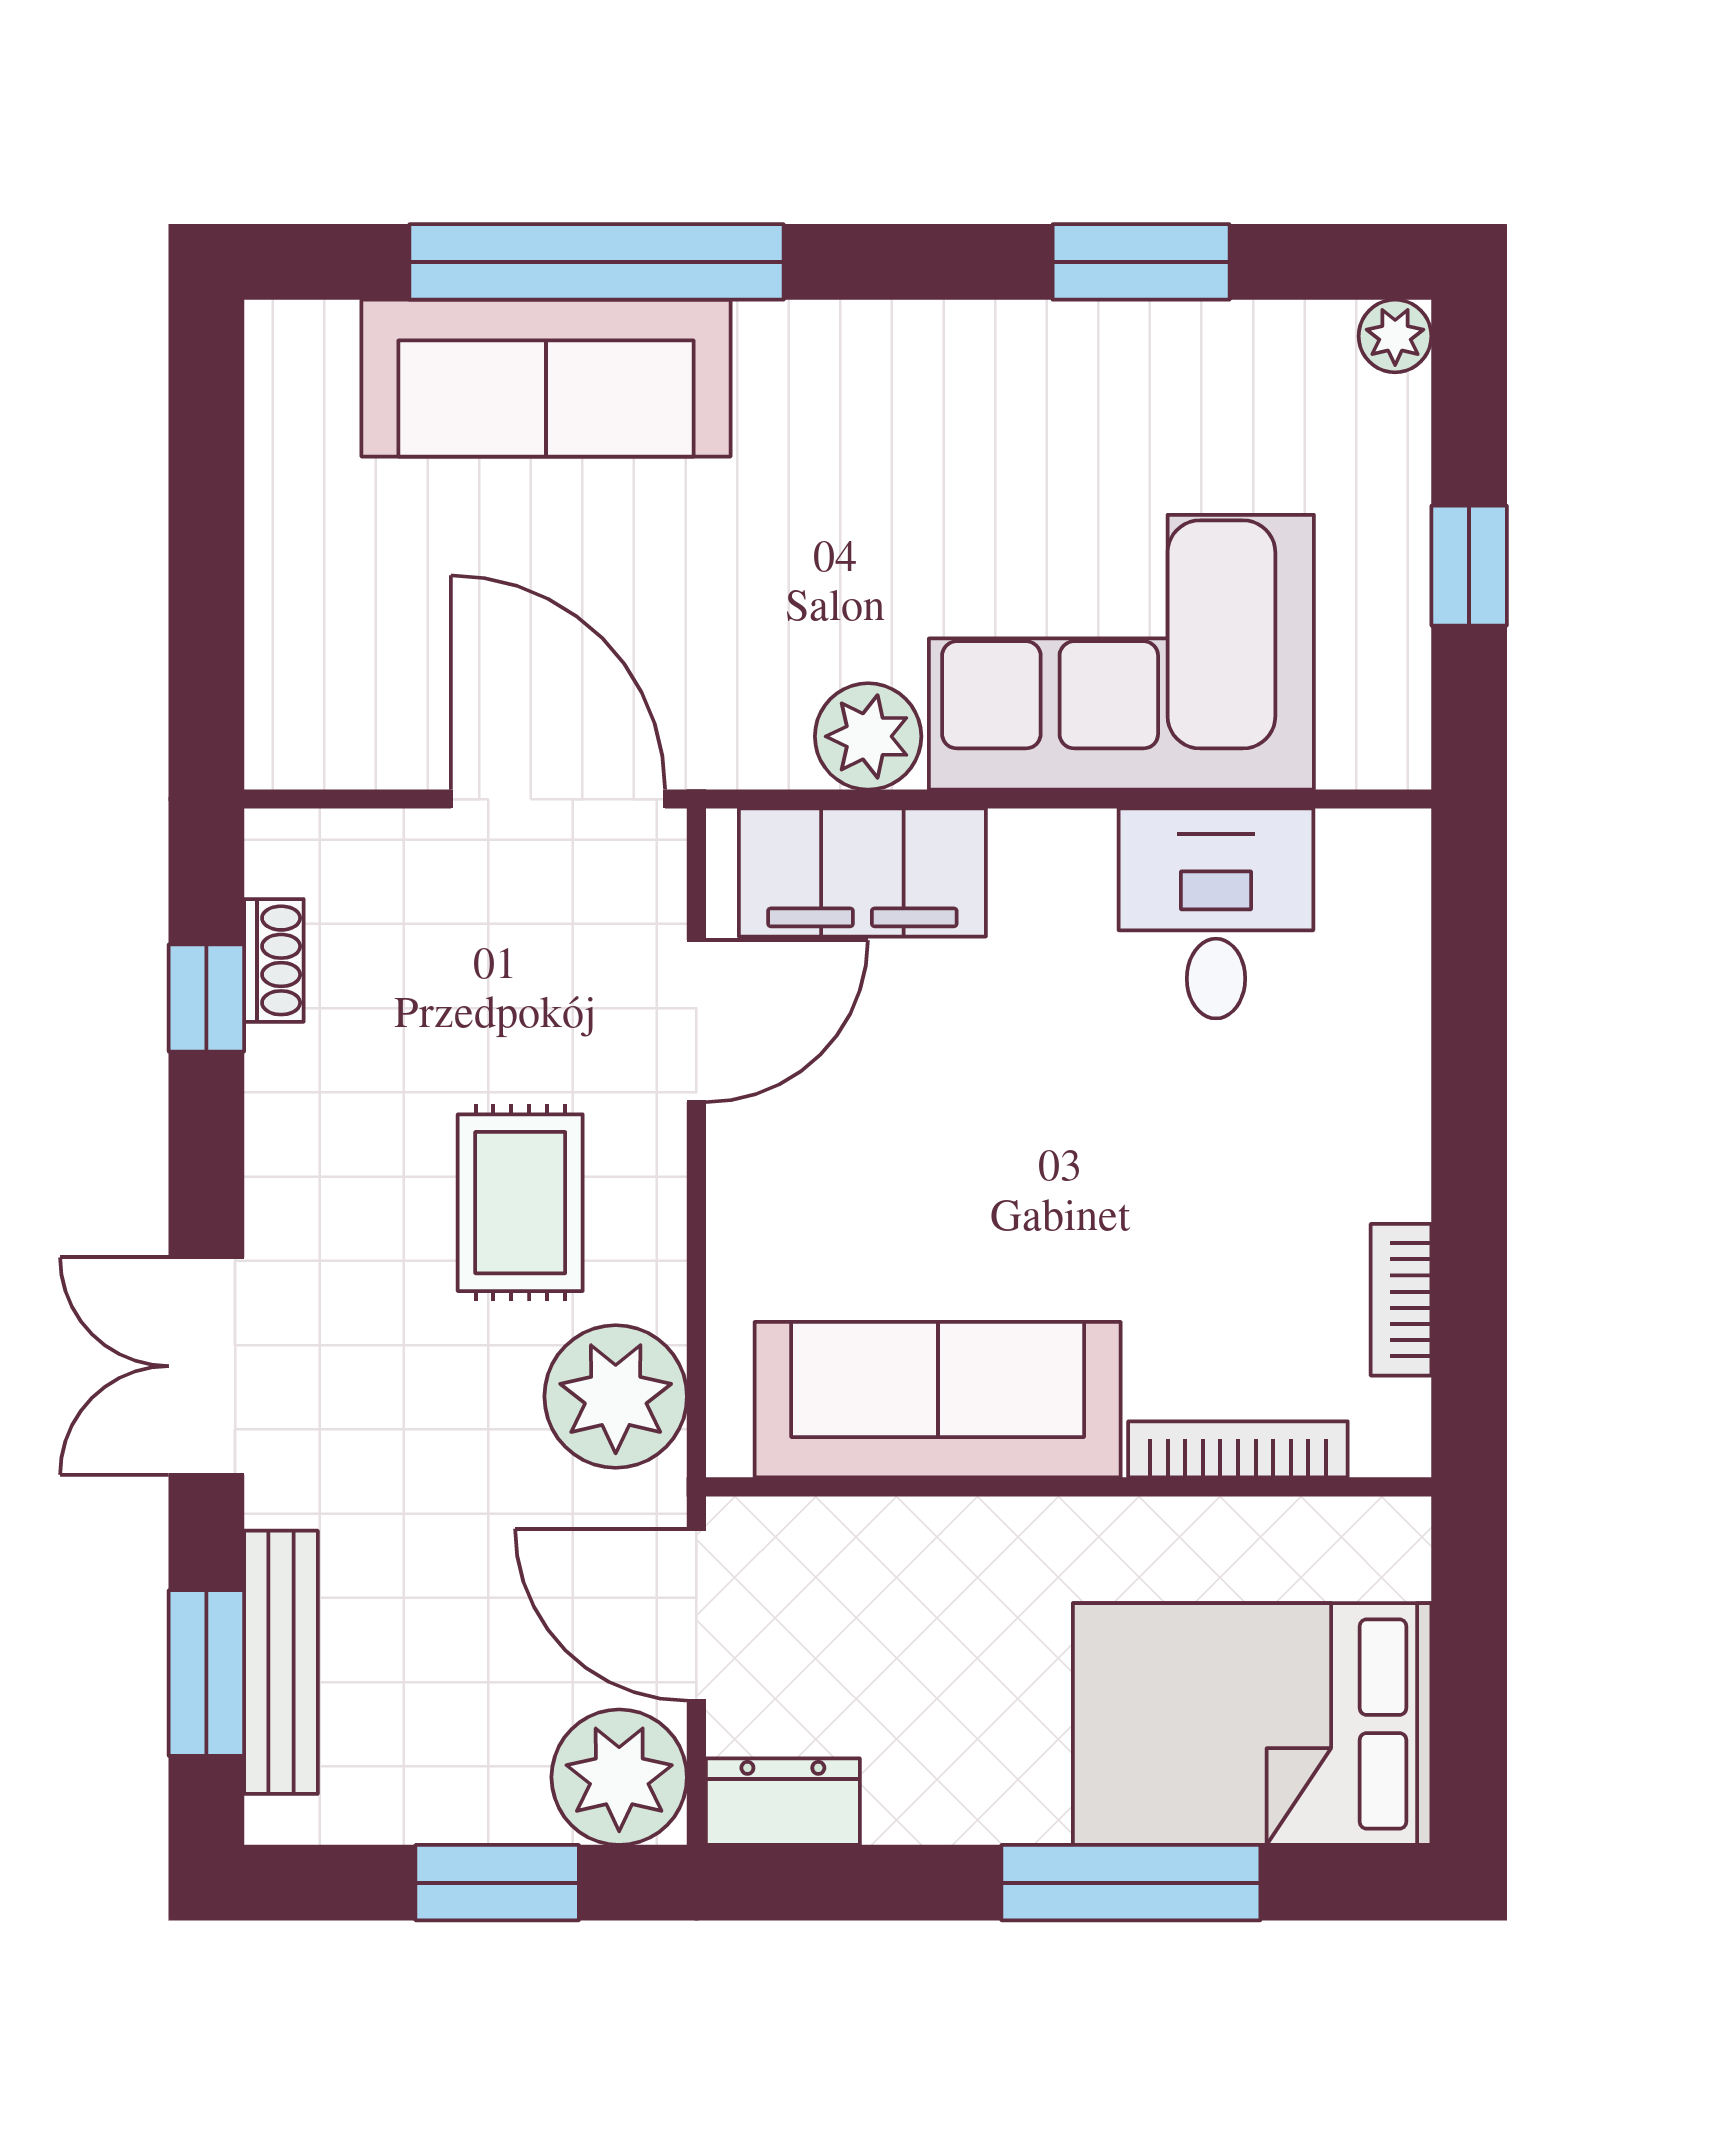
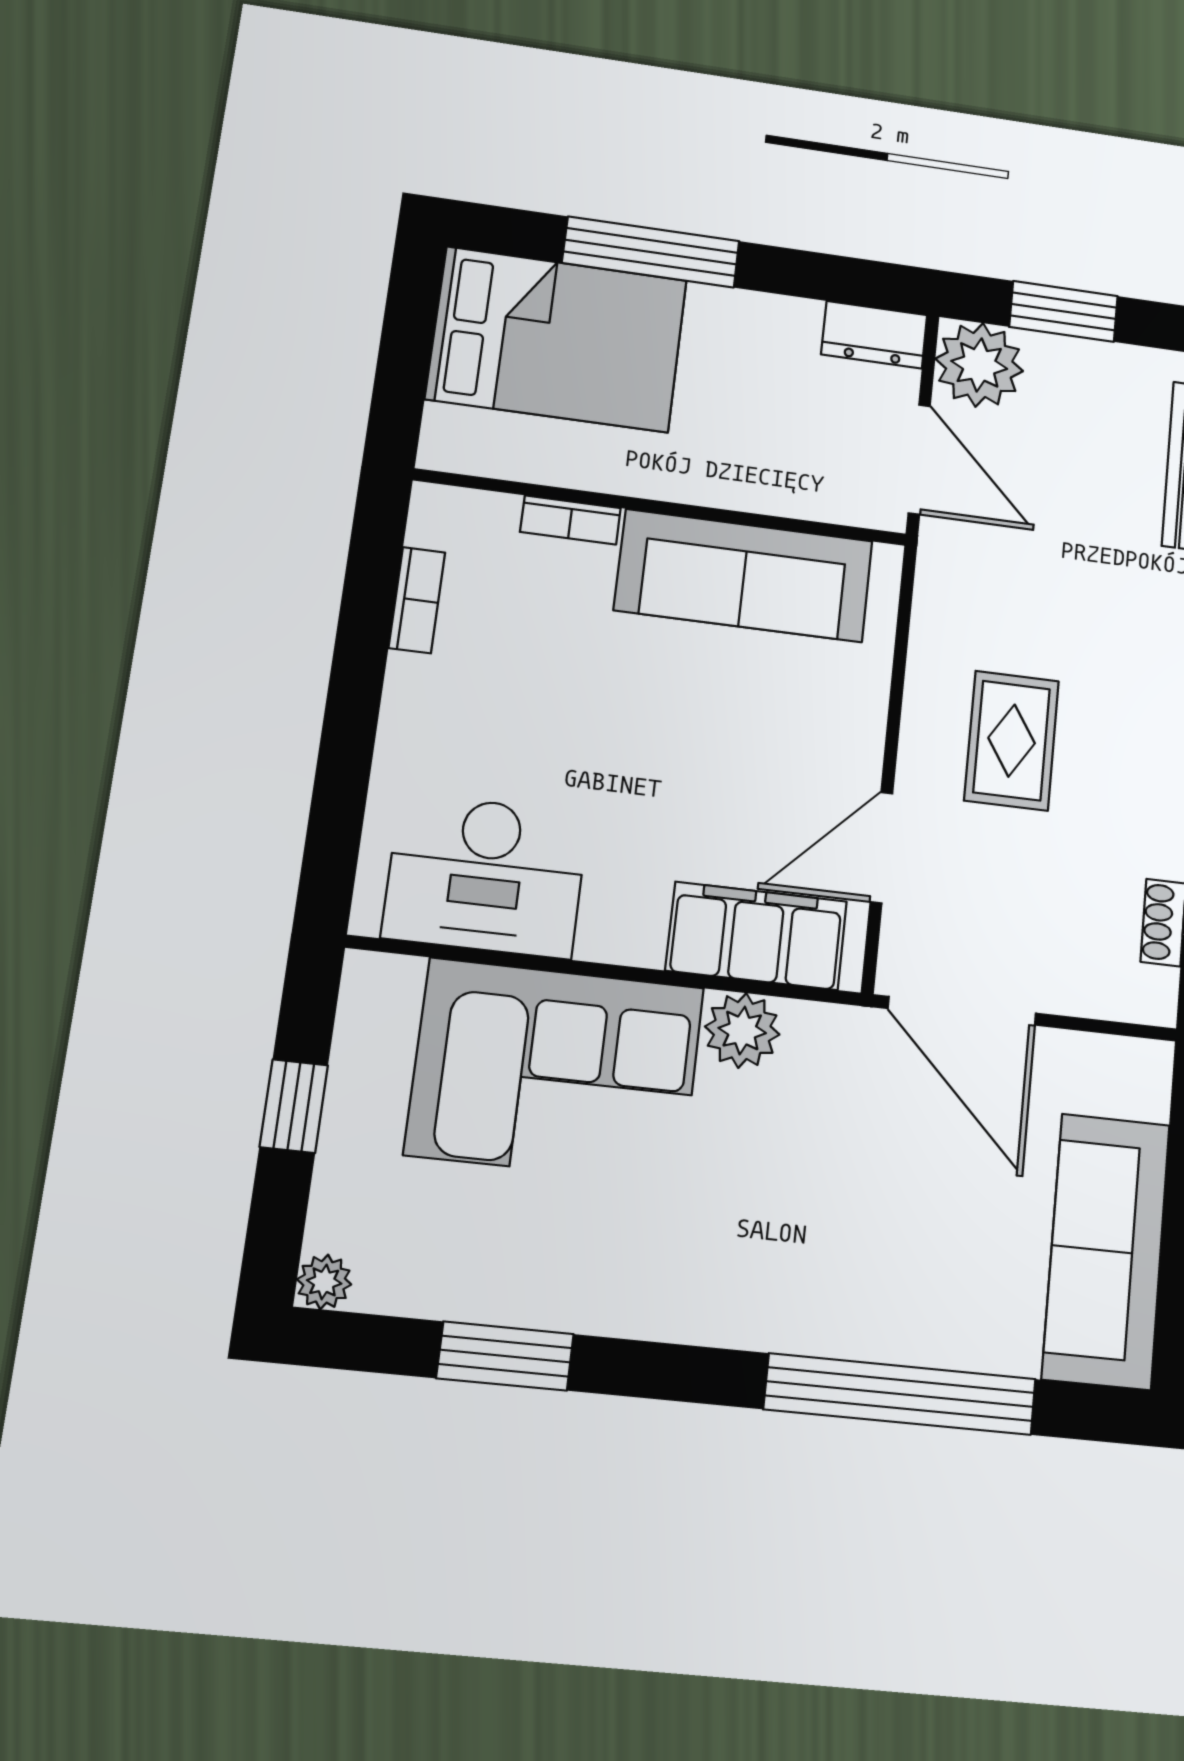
sofa: (546, 378) -> (1106, 1251), moved, turned -90
desk: (1216, 913) -> (486, 876), width x1.37
plant: (616, 1396) -> (959, 606), removed
bookcase: (1238, 1449) -> (570, 520), width x0.64

